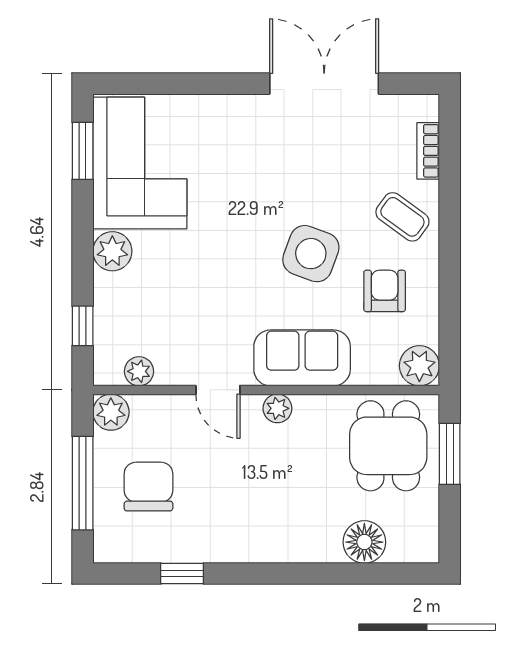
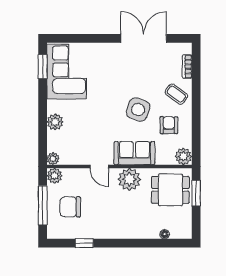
plant: (112, 251) -> (55, 122), moved
window: (83, 326) -> (43, 140), removed
plant: (139, 371) -> (53, 159), moved
plant: (277, 408) -> (129, 179), width x1.87, depth x1.87
dining table: (388, 446) -> (170, 190), turned 90
chair: (148, 487) -> (70, 207), turned -90
floor lamp: (364, 542) -> (165, 234), width x0.53, depth x0.53

